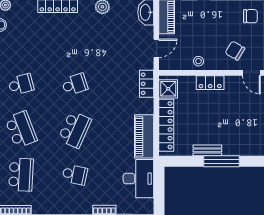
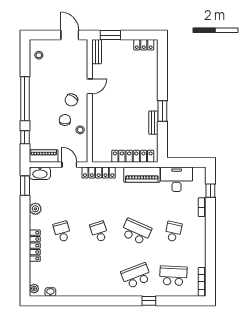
chair: (250, 16) -> (65, 120), moved
locker: (210, 83) -> (98, 120), removed
school desk: (21, 84) -> (62, 232), moved
locker: (147, 84) -> (99, 172), width x1.53
shower: (168, 89) -> (103, 155), removed
window: (222, 161) -> (162, 111), width x0.69

